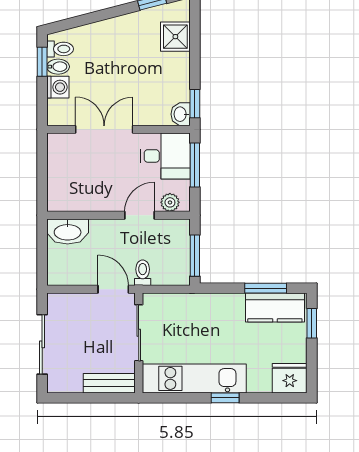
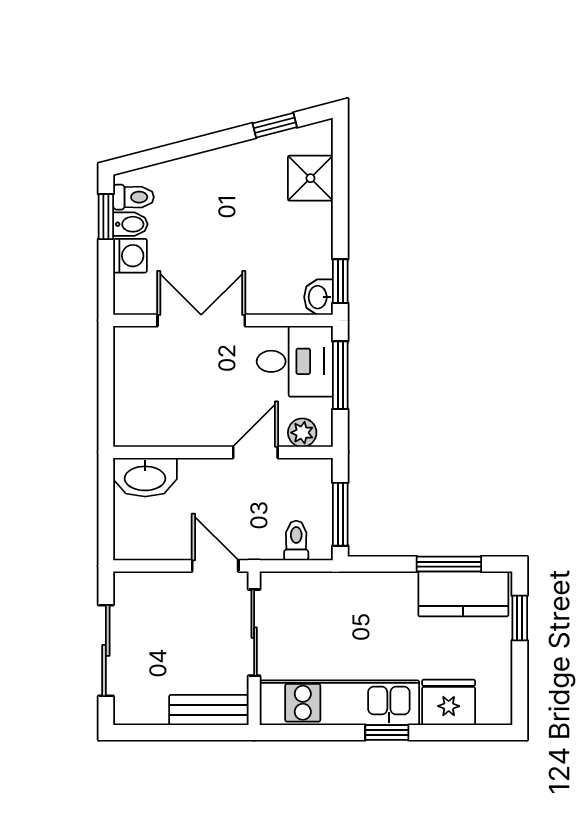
toilet: (143, 273) -> (296, 541), moved
fridge: (290, 378) -> (449, 702), moved

